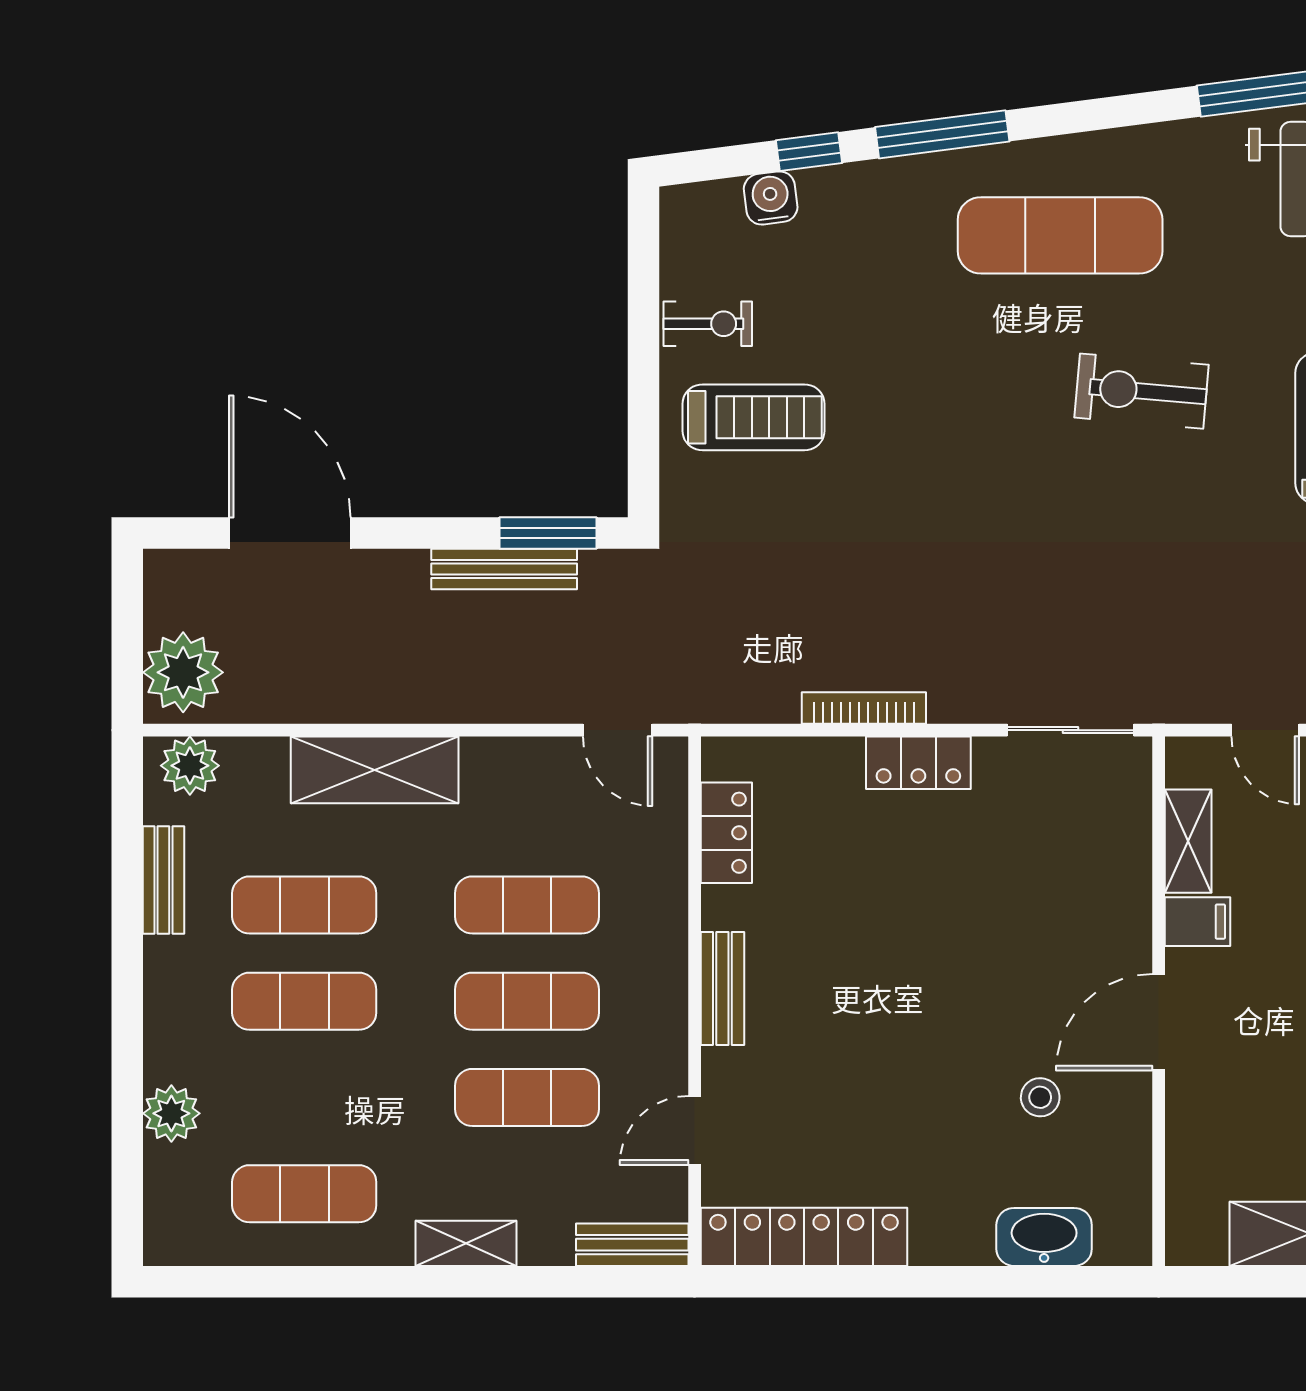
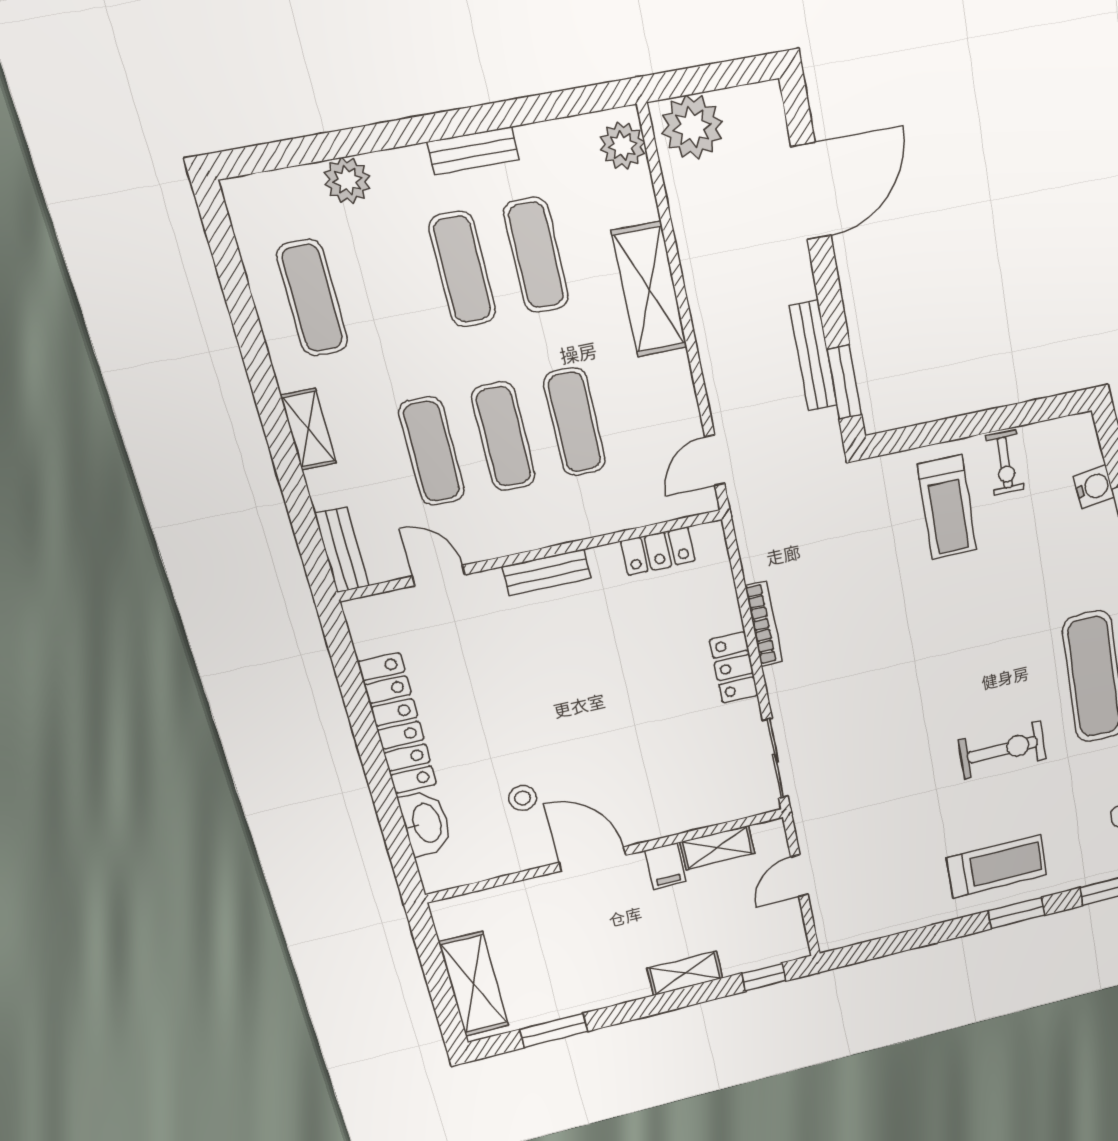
exercise bike: (1142, 391) -> (1002, 750), turned 85
bench: (163, 880) -> (473, 151), moved
locker: (804, 1237) -> (398, 724), moved

